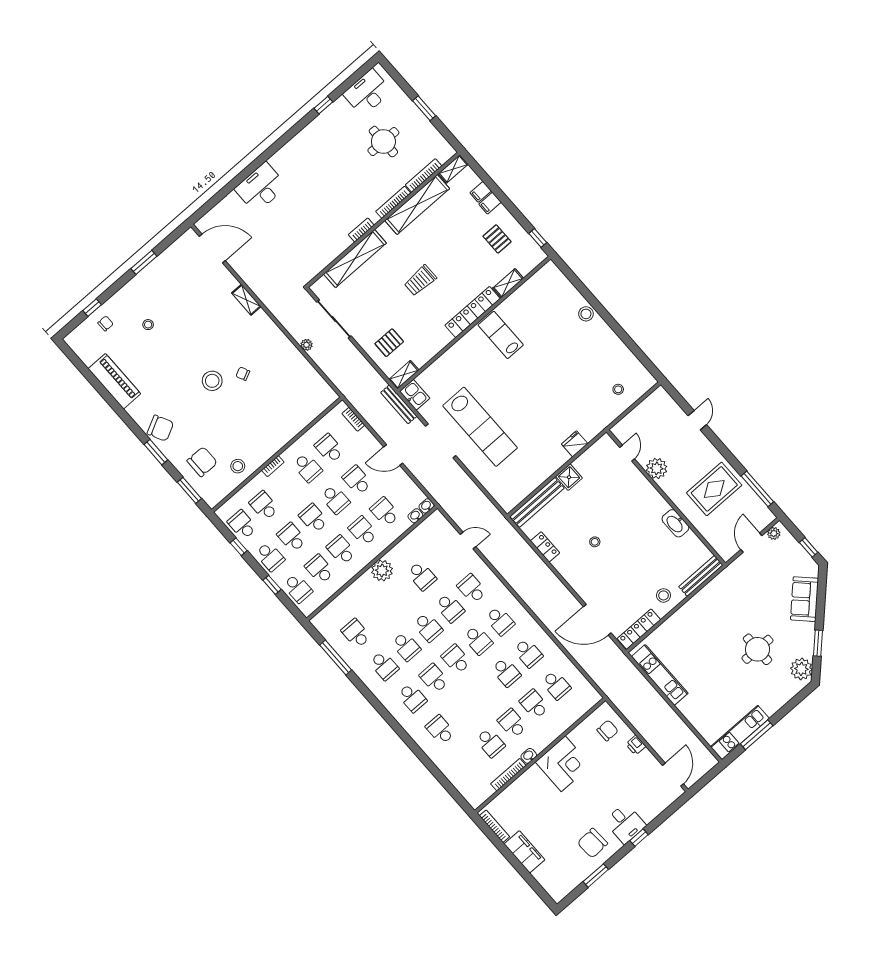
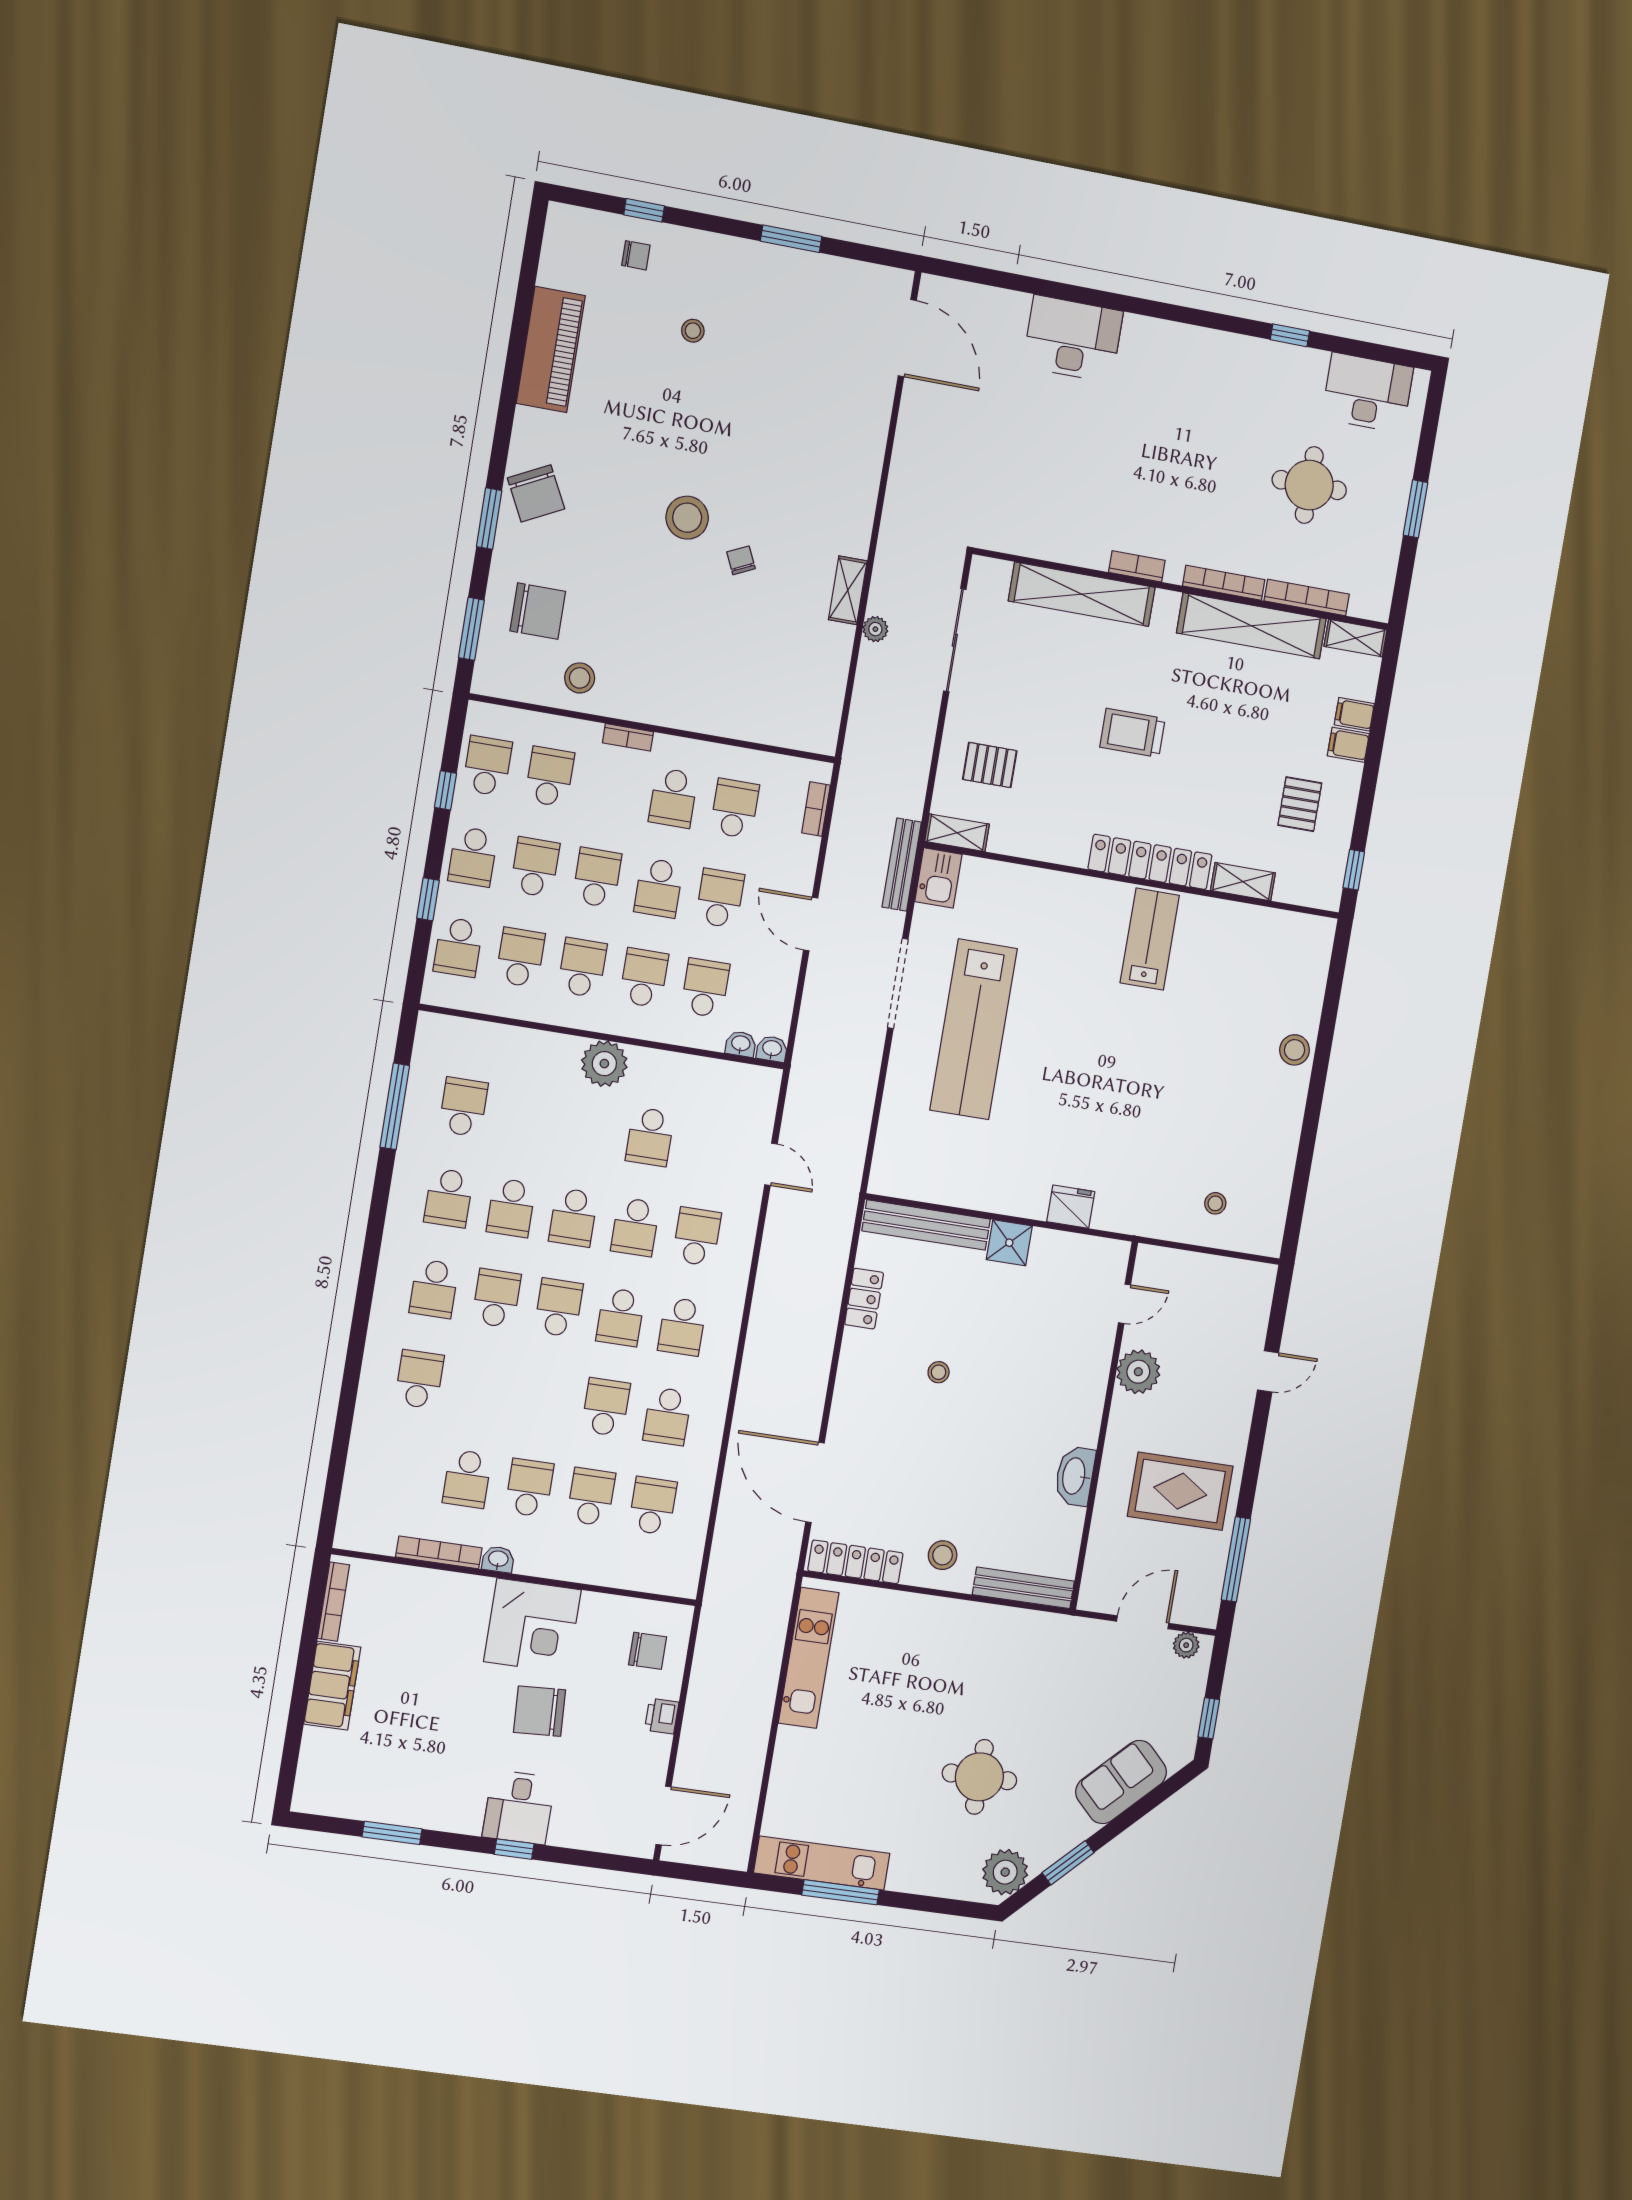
shelving: (246, 300) -> (848, 590), moved
school desk: (506, 672) -> (606, 1407), turned 180
school desk: (556, 685) -> (653, 1506), turned 180
chair: (592, 843) -> (540, 1711), moved

